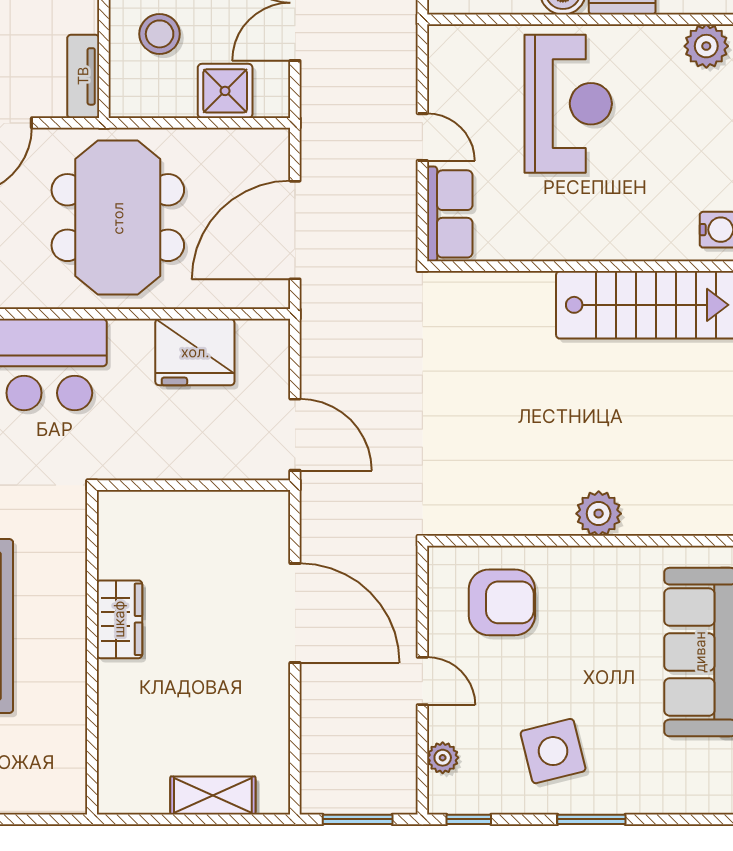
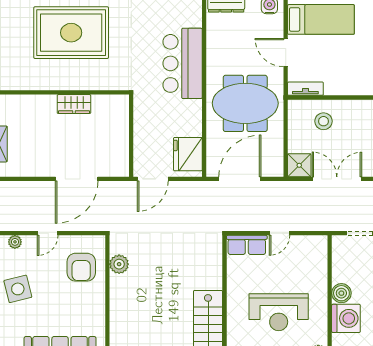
shower: (225, 91) -> (299, 165), moved
reception desk: (568, 104) -> (279, 312), moved
door: (295, 230) -> (240, 179), hinge flipped
fridge: (195, 352) -> (188, 154), moved
plant: (599, 514) -> (119, 264), moved

